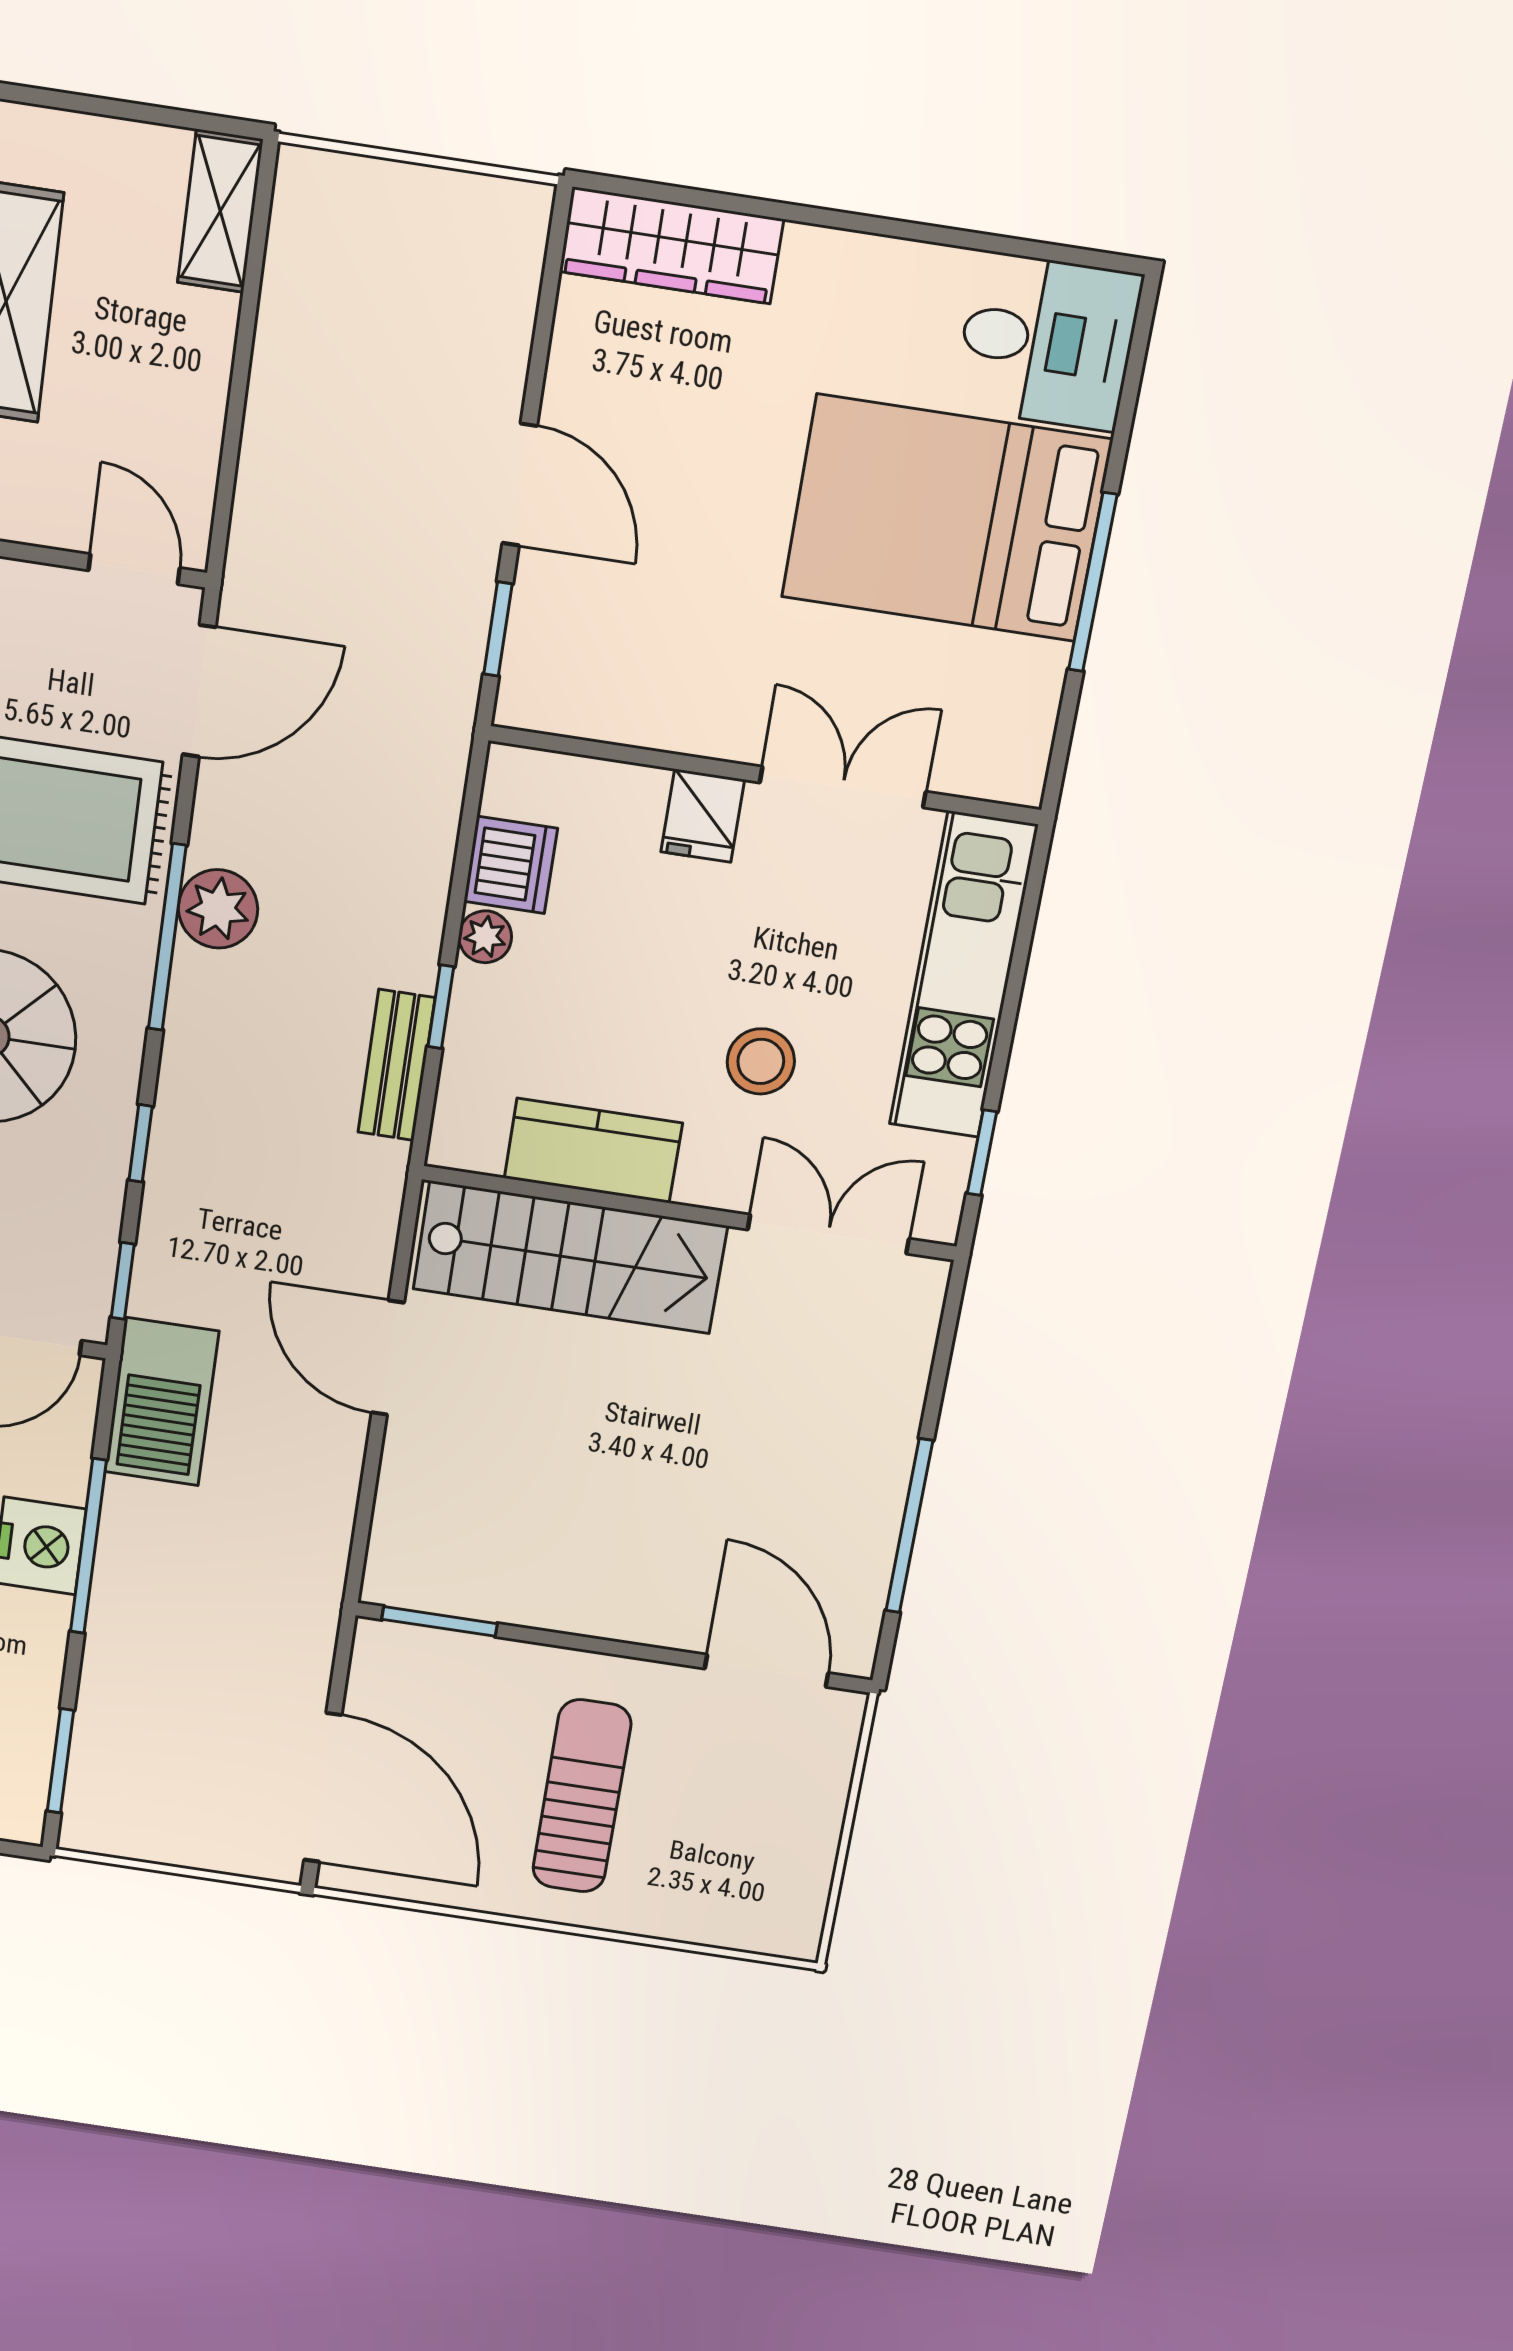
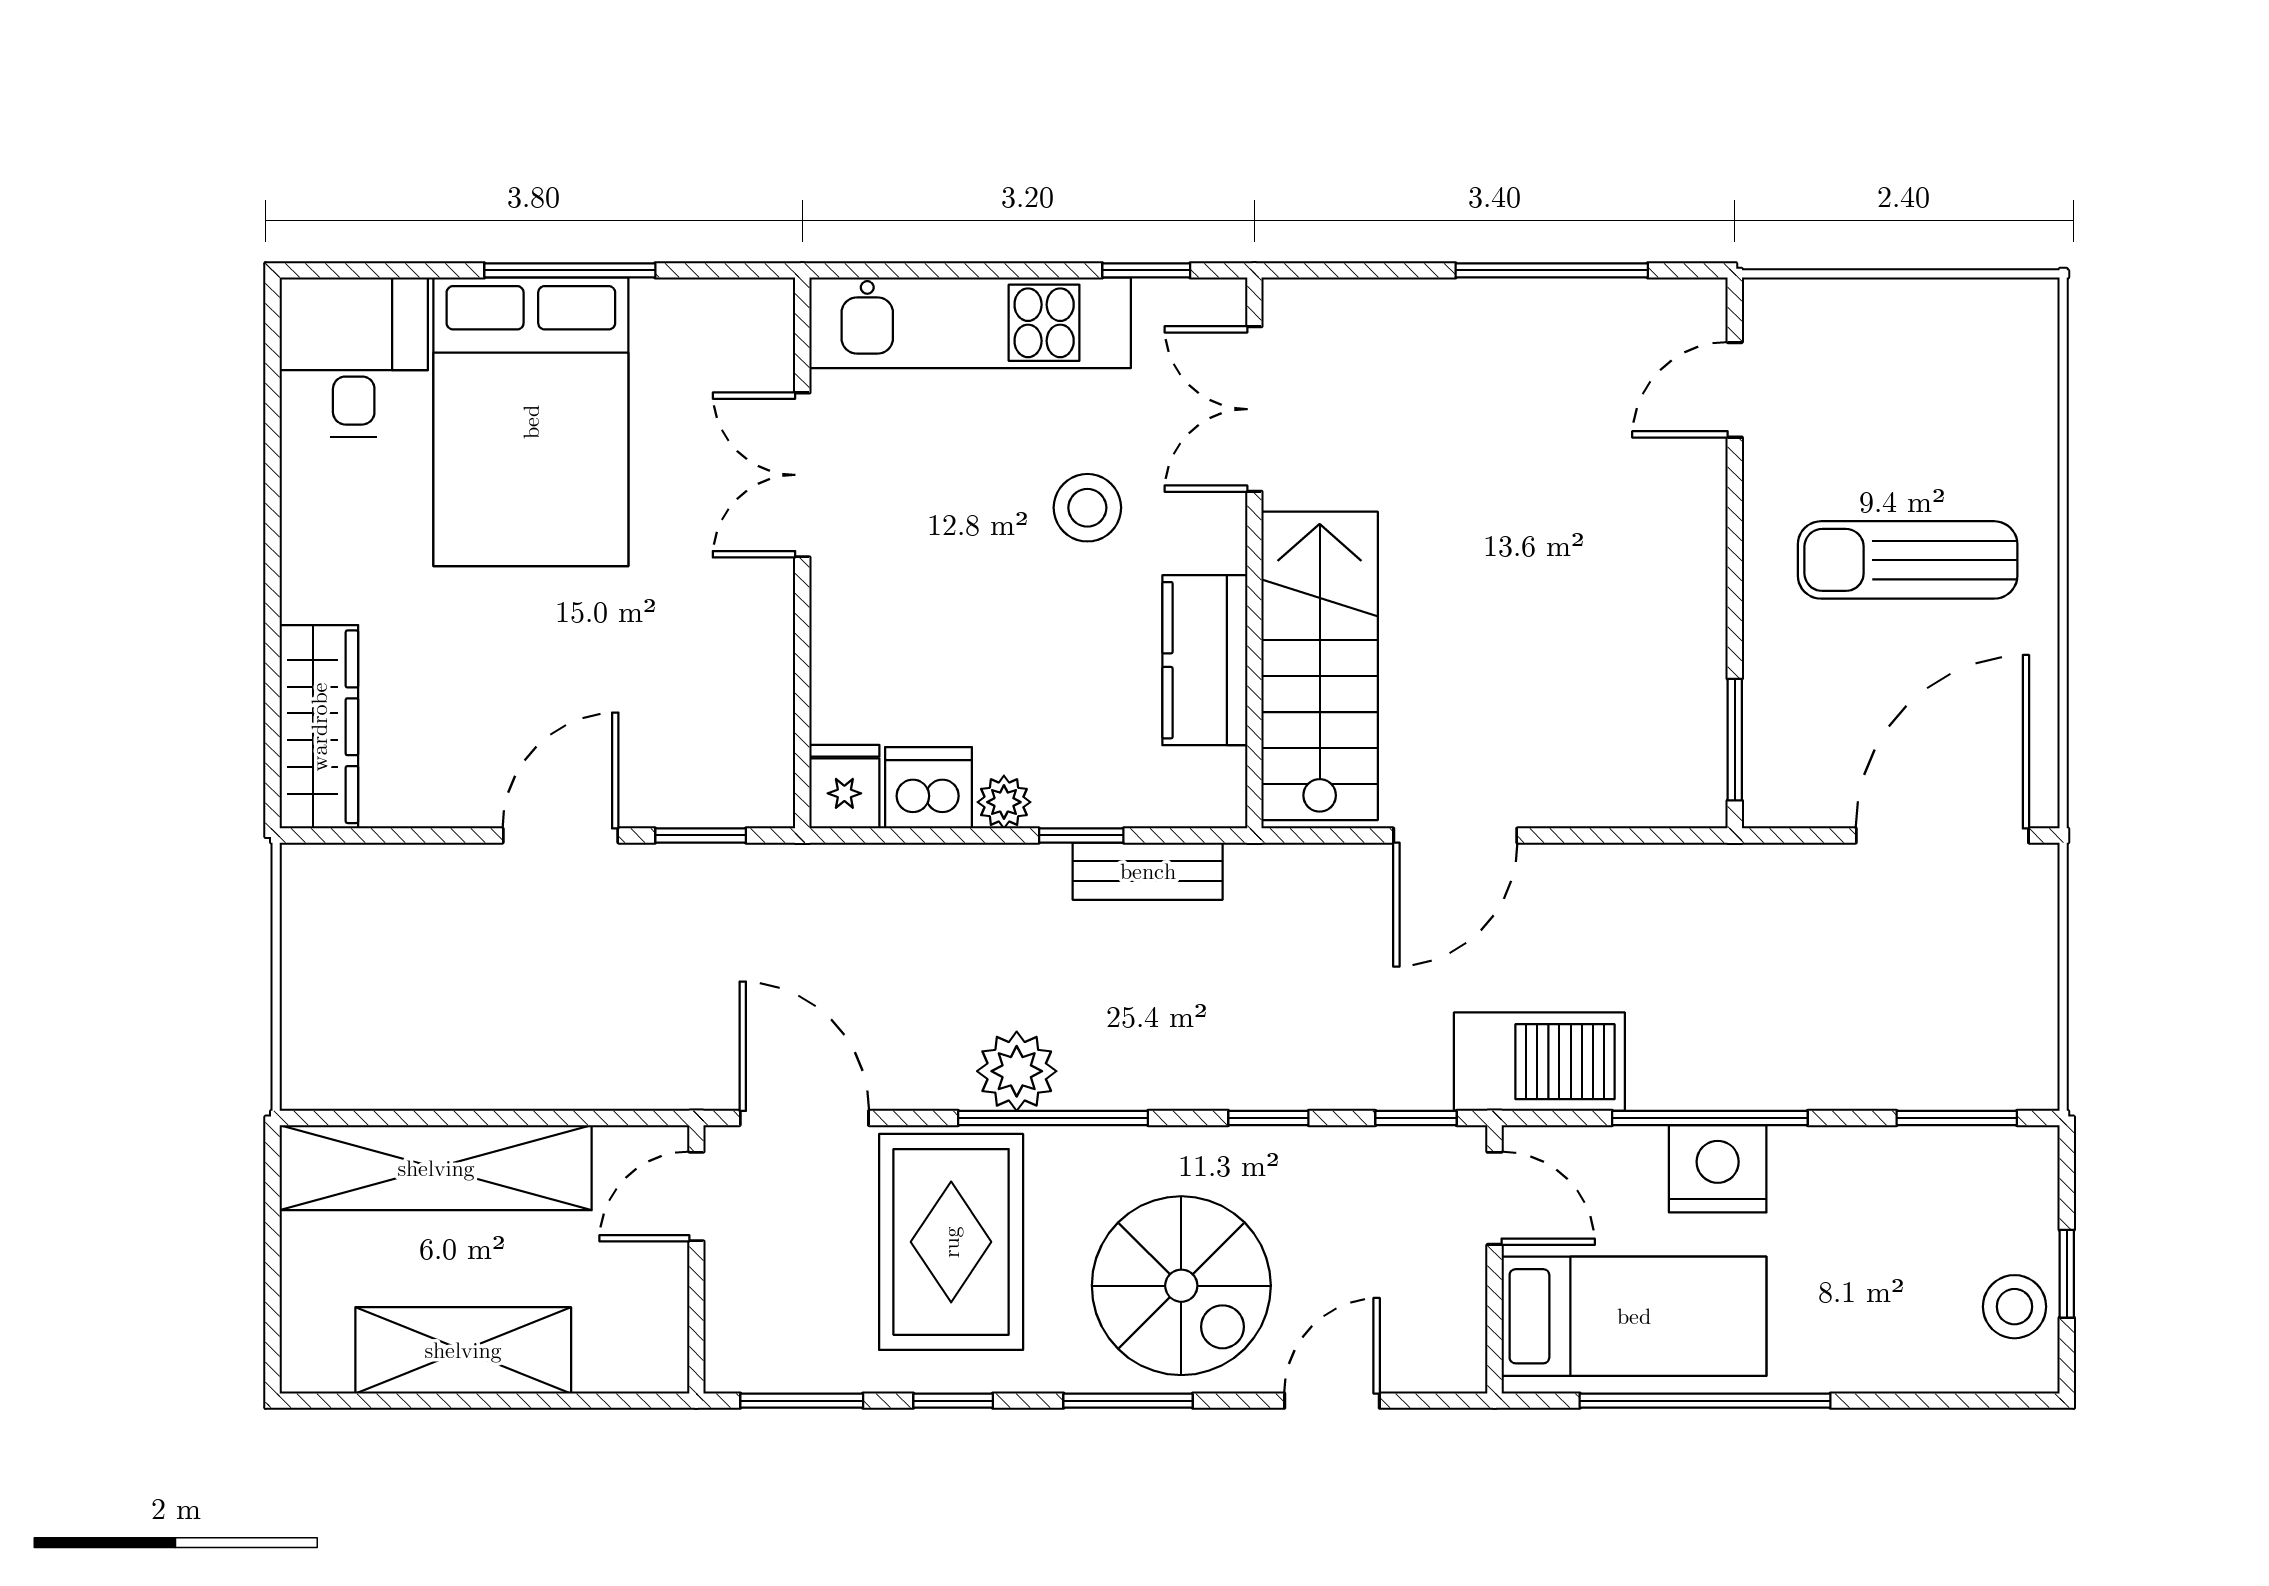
shelving: (220, 211) -> (436, 1168), width x2.20, depth x1.33
fridge: (703, 816) -> (844, 787), moved, turned -90
door: (766, 1671) -> (1735, 390), width x0.73

